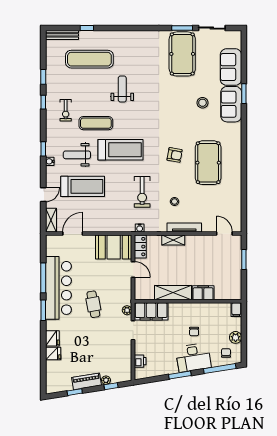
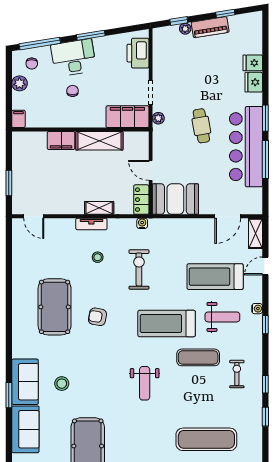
weight bench: (122, 89) -> (145, 383), moved
tv unit: (184, 228) -> (91, 224), width x0.71
printer: (140, 361) -> (138, 53), width x1.87, depth x1.48

